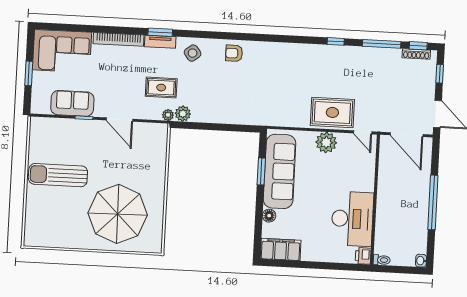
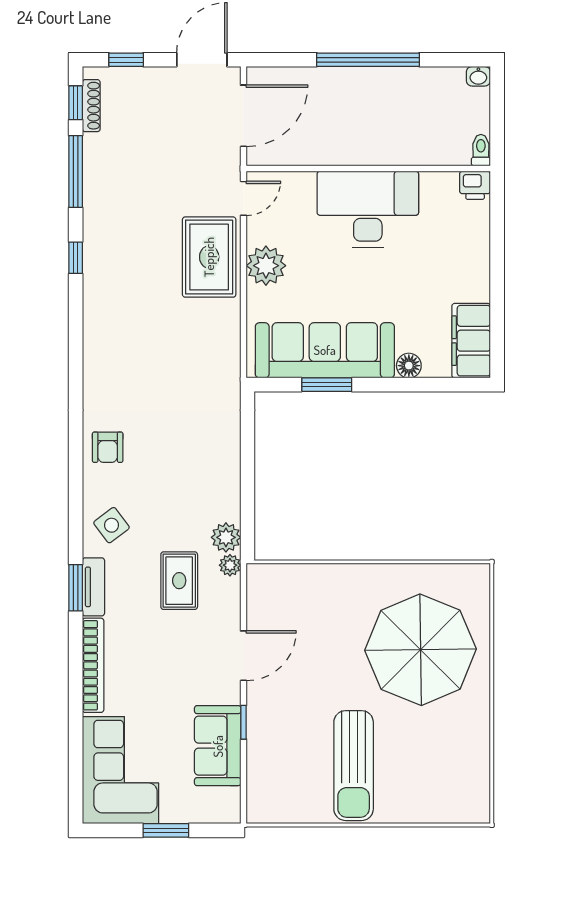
desk: (352, 219) -> (368, 209), moved

